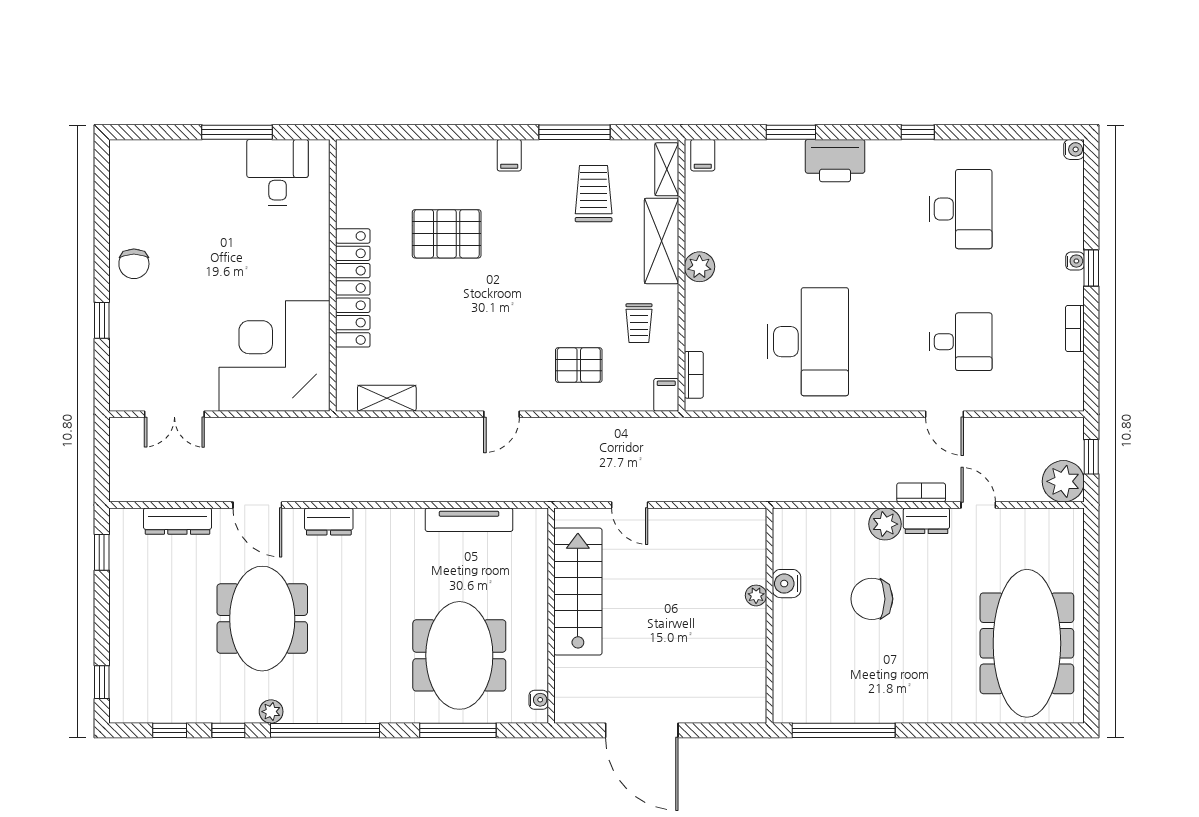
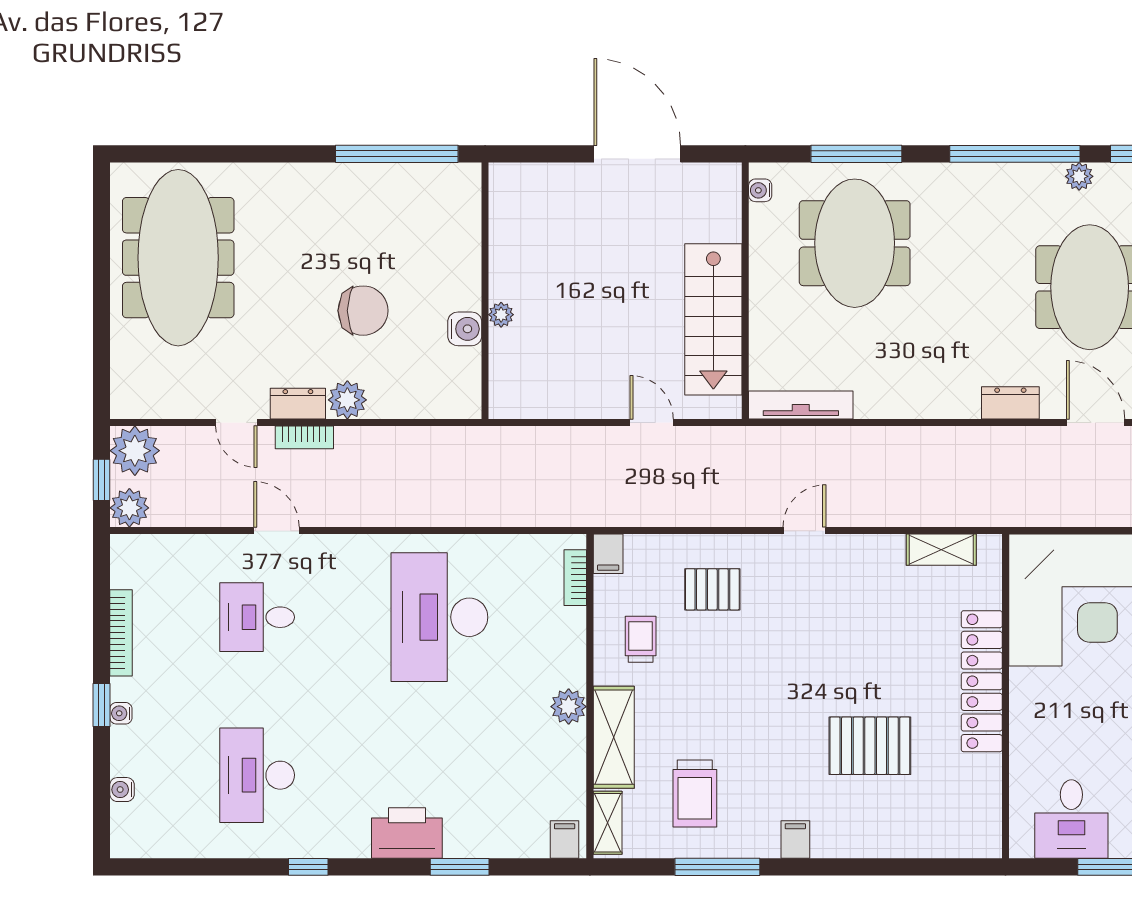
water cooler: (1074, 149) -> (122, 790), moved
bookcase: (1075, 329) -> (121, 633), width x1.56
plant: (1068, 433) -> (129, 508), added
tv unit: (469, 520) -> (801, 405), moved

